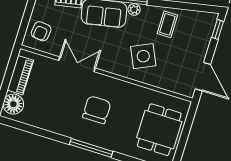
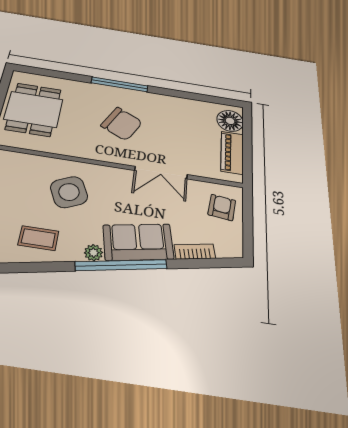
coffee table: (167, 24) -> (38, 238), turned 90
chair: (97, 110) -> (122, 124), turned -63

